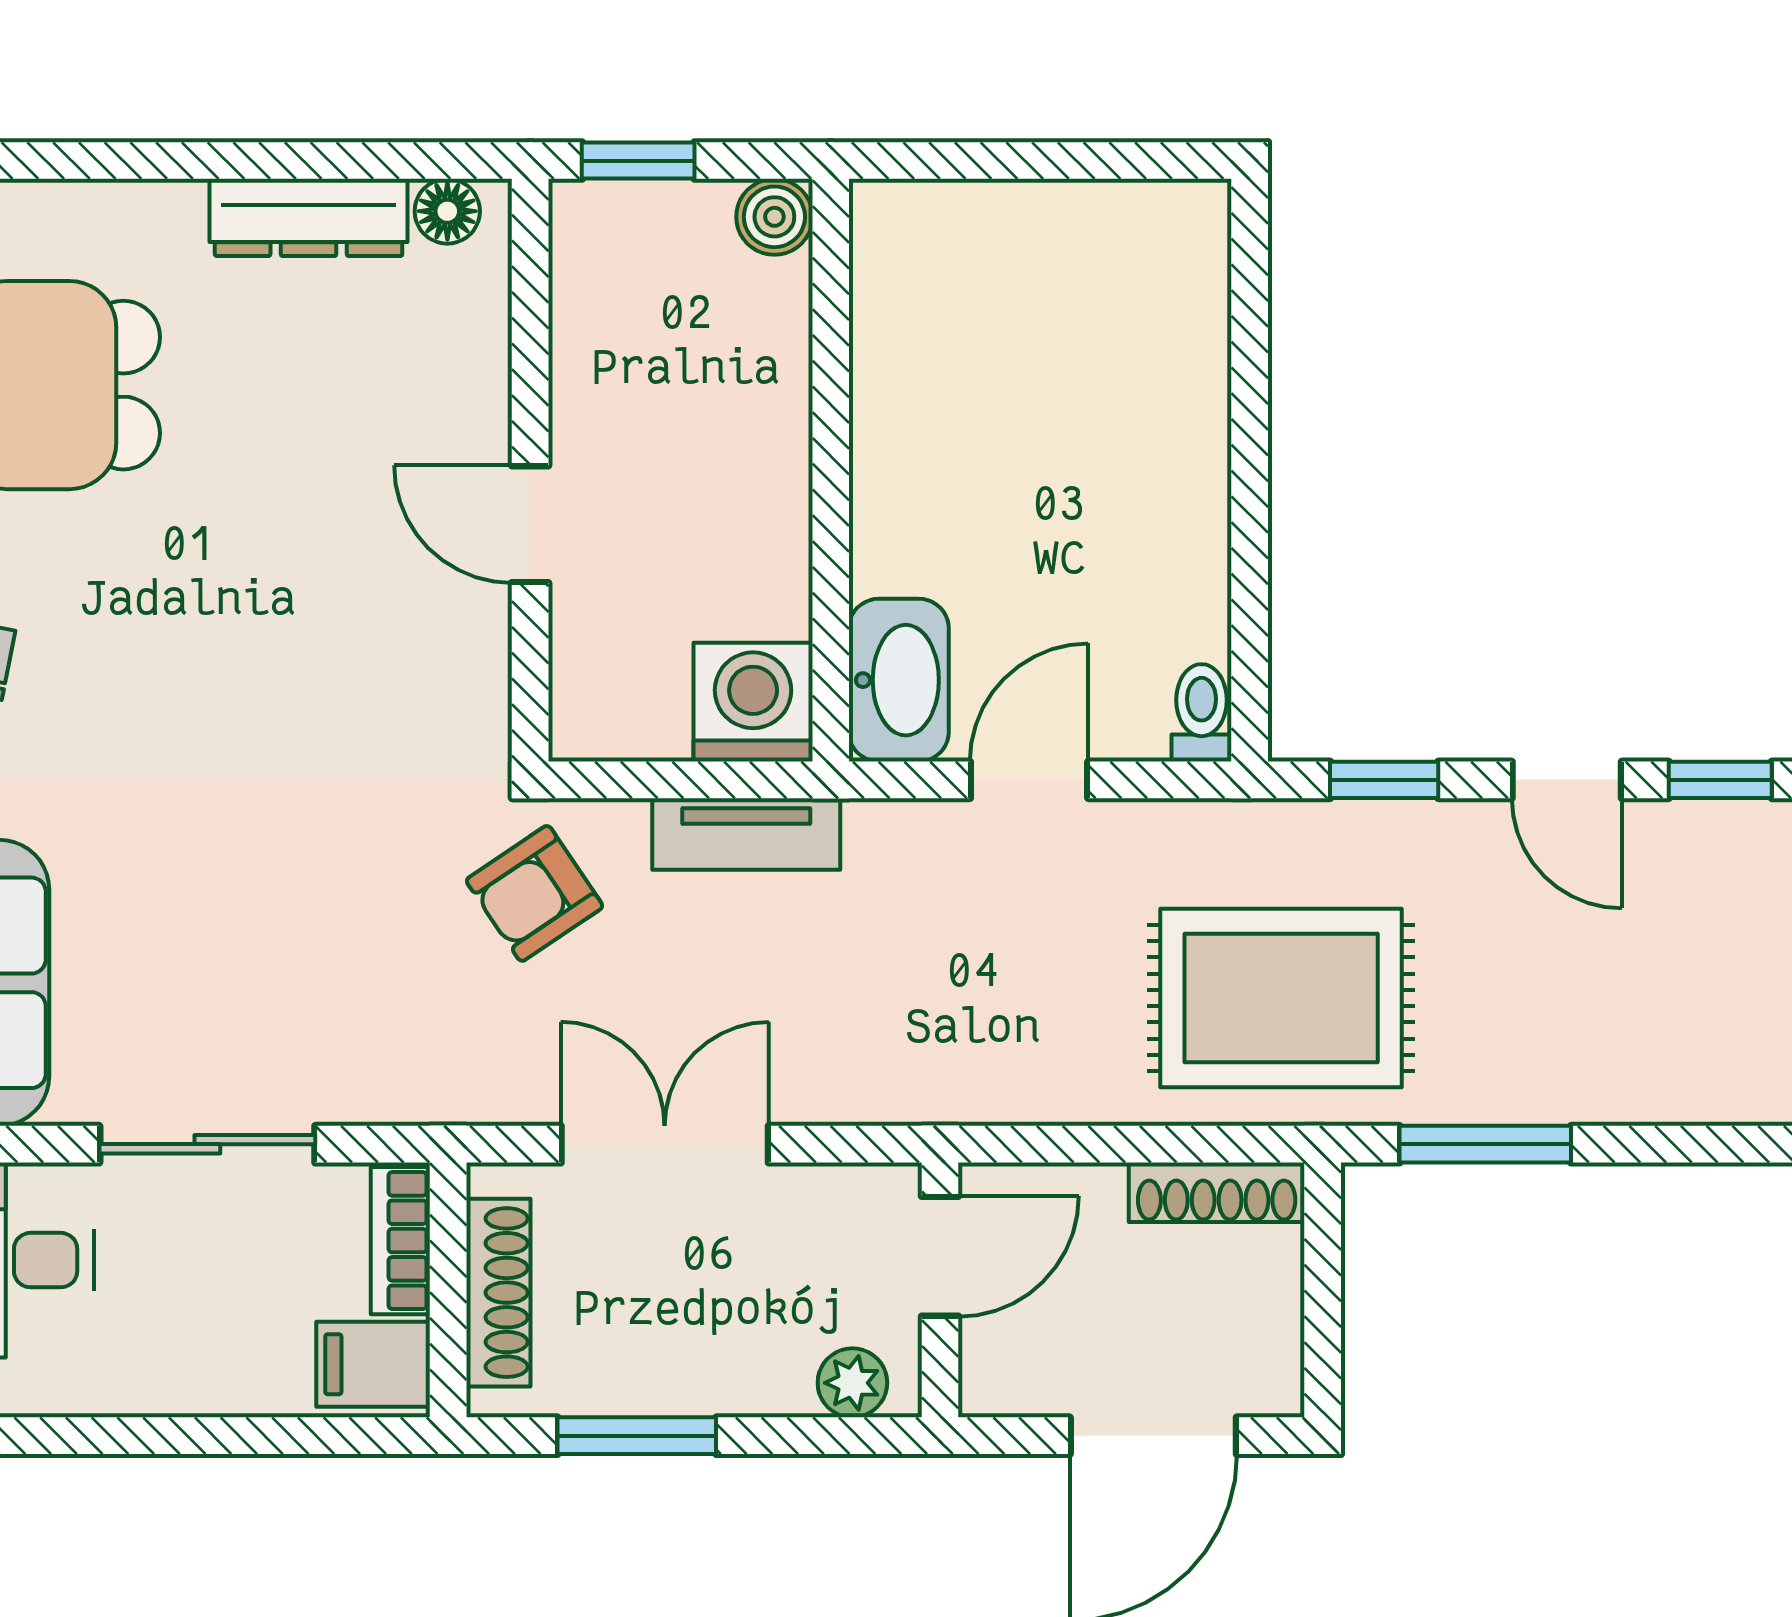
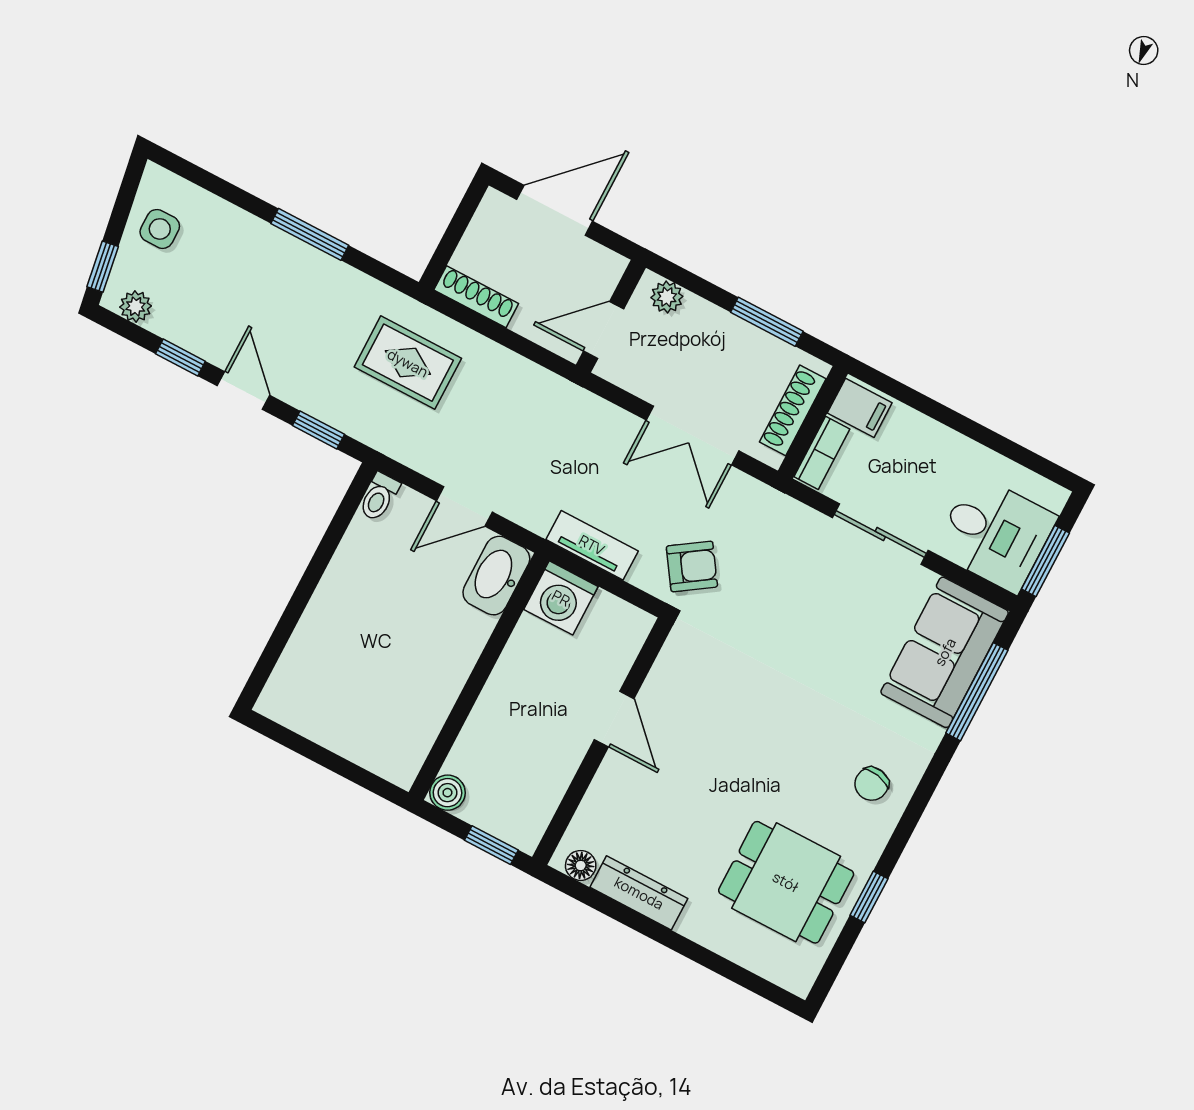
rug: (1281, 998) -> (408, 363), width x0.73, depth x0.70
window: (1485, 1144) -> (310, 234), moved

